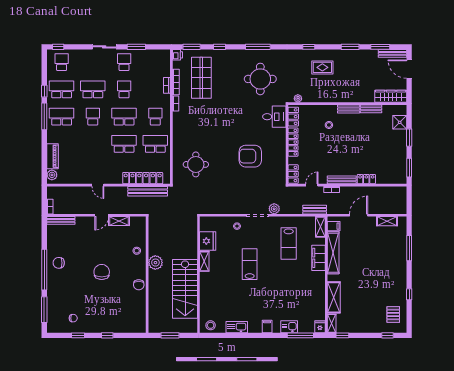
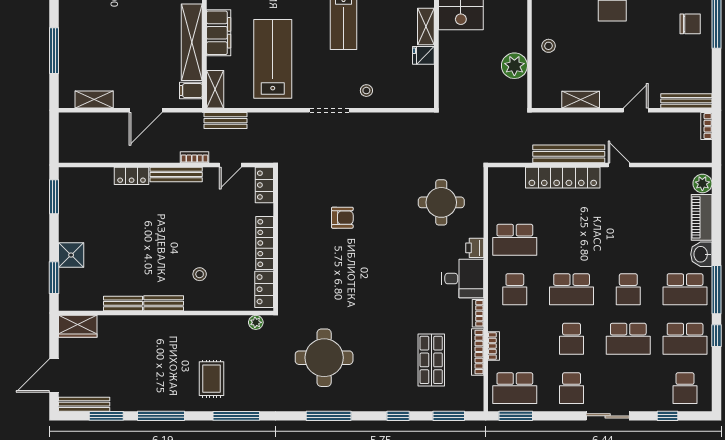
window: (58, 47) -> (668, 416), moved
window: (136, 47) -> (516, 416), moved
window: (309, 47) -> (236, 416), width x2.17
window: (350, 47) -> (161, 416), width x1.44
printer: (177, 55) -> (475, 248), moved
rug: (322, 67) -> (211, 379), turned 90
door: (409, 69) -> (54, 376), swing flipped
shop shelf: (201, 78) -> (431, 360), width x0.70, depth x0.74
wardrobe: (391, 96) -> (78, 326), width x0.67
desk: (274, 117) -> (463, 279), moved, turned 180
shower: (400, 122) -> (71, 255), moved
washbasin: (53, 136) -> (701, 254), added
window: (409, 138) -> (54, 278), moved
school desk: (124, 144) -> (515, 388), moved
armchair: (250, 156) -> (342, 218), width x0.53, depth x0.53
locker: (143, 178) -> (563, 178), moved
bench: (148, 191) -> (569, 154), moved
plant: (274, 209) -> (299, 122), removed
door: (102, 215) -> (636, 110), moved
fridge: (208, 241) -> (423, 55), width x0.53, depth x0.75
lab bench: (289, 243) -> (273, 59), width x1.36, depth x1.39
plant: (155, 263) -> (514, 66), moved

